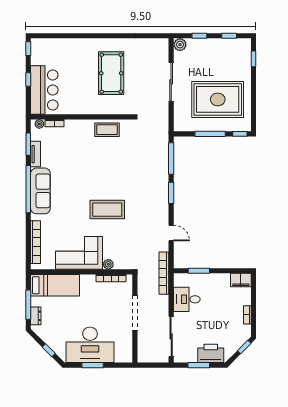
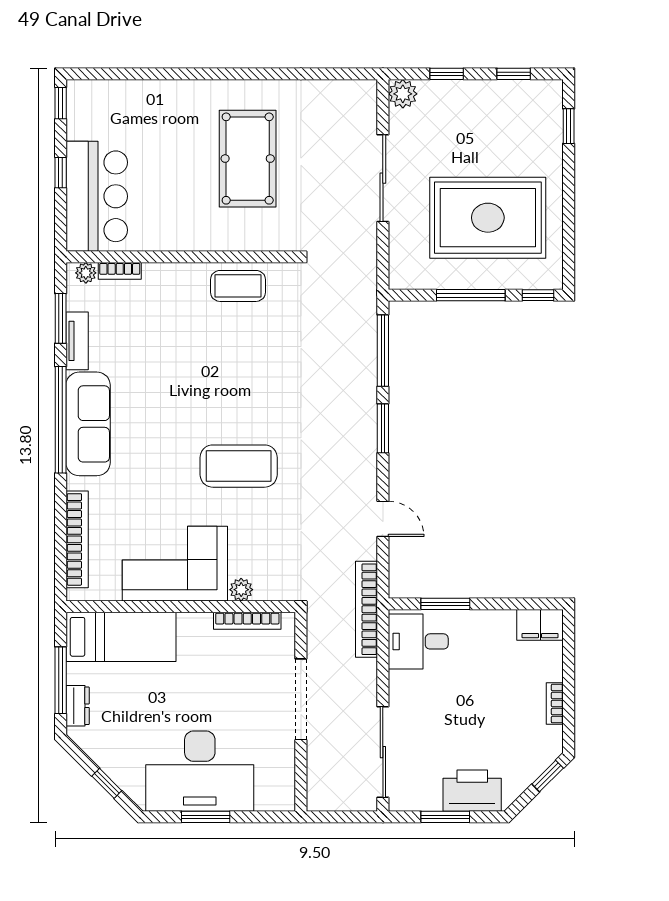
desk: (187, 299) -> (418, 641), moved

